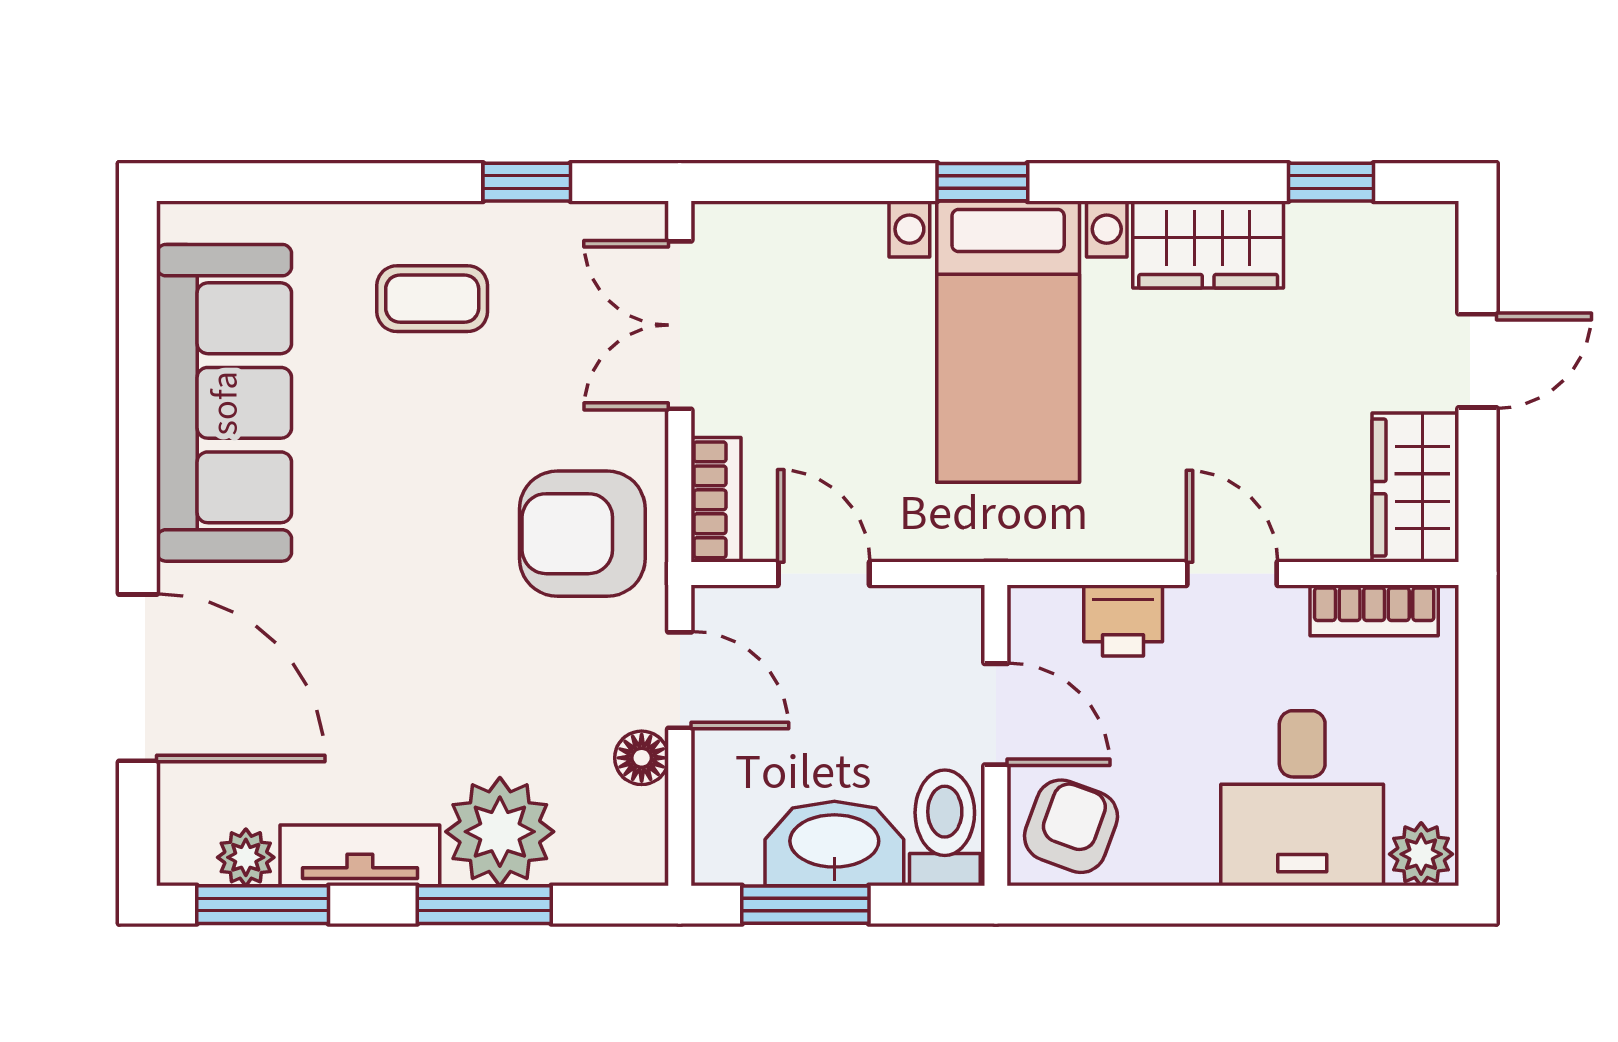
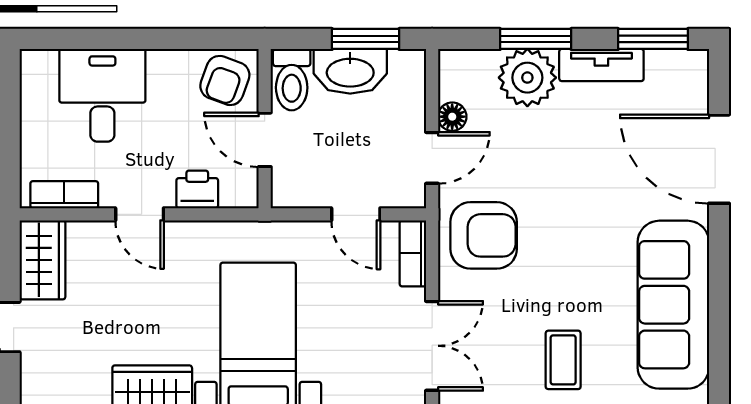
coffee table: (432, 299) -> (563, 360), turned 90
door: (680, 680) -> (432, 158), swing flipped
plant: (1421, 854) -> (39, 66), removed
plant: (246, 857) -> (662, 64), removed

